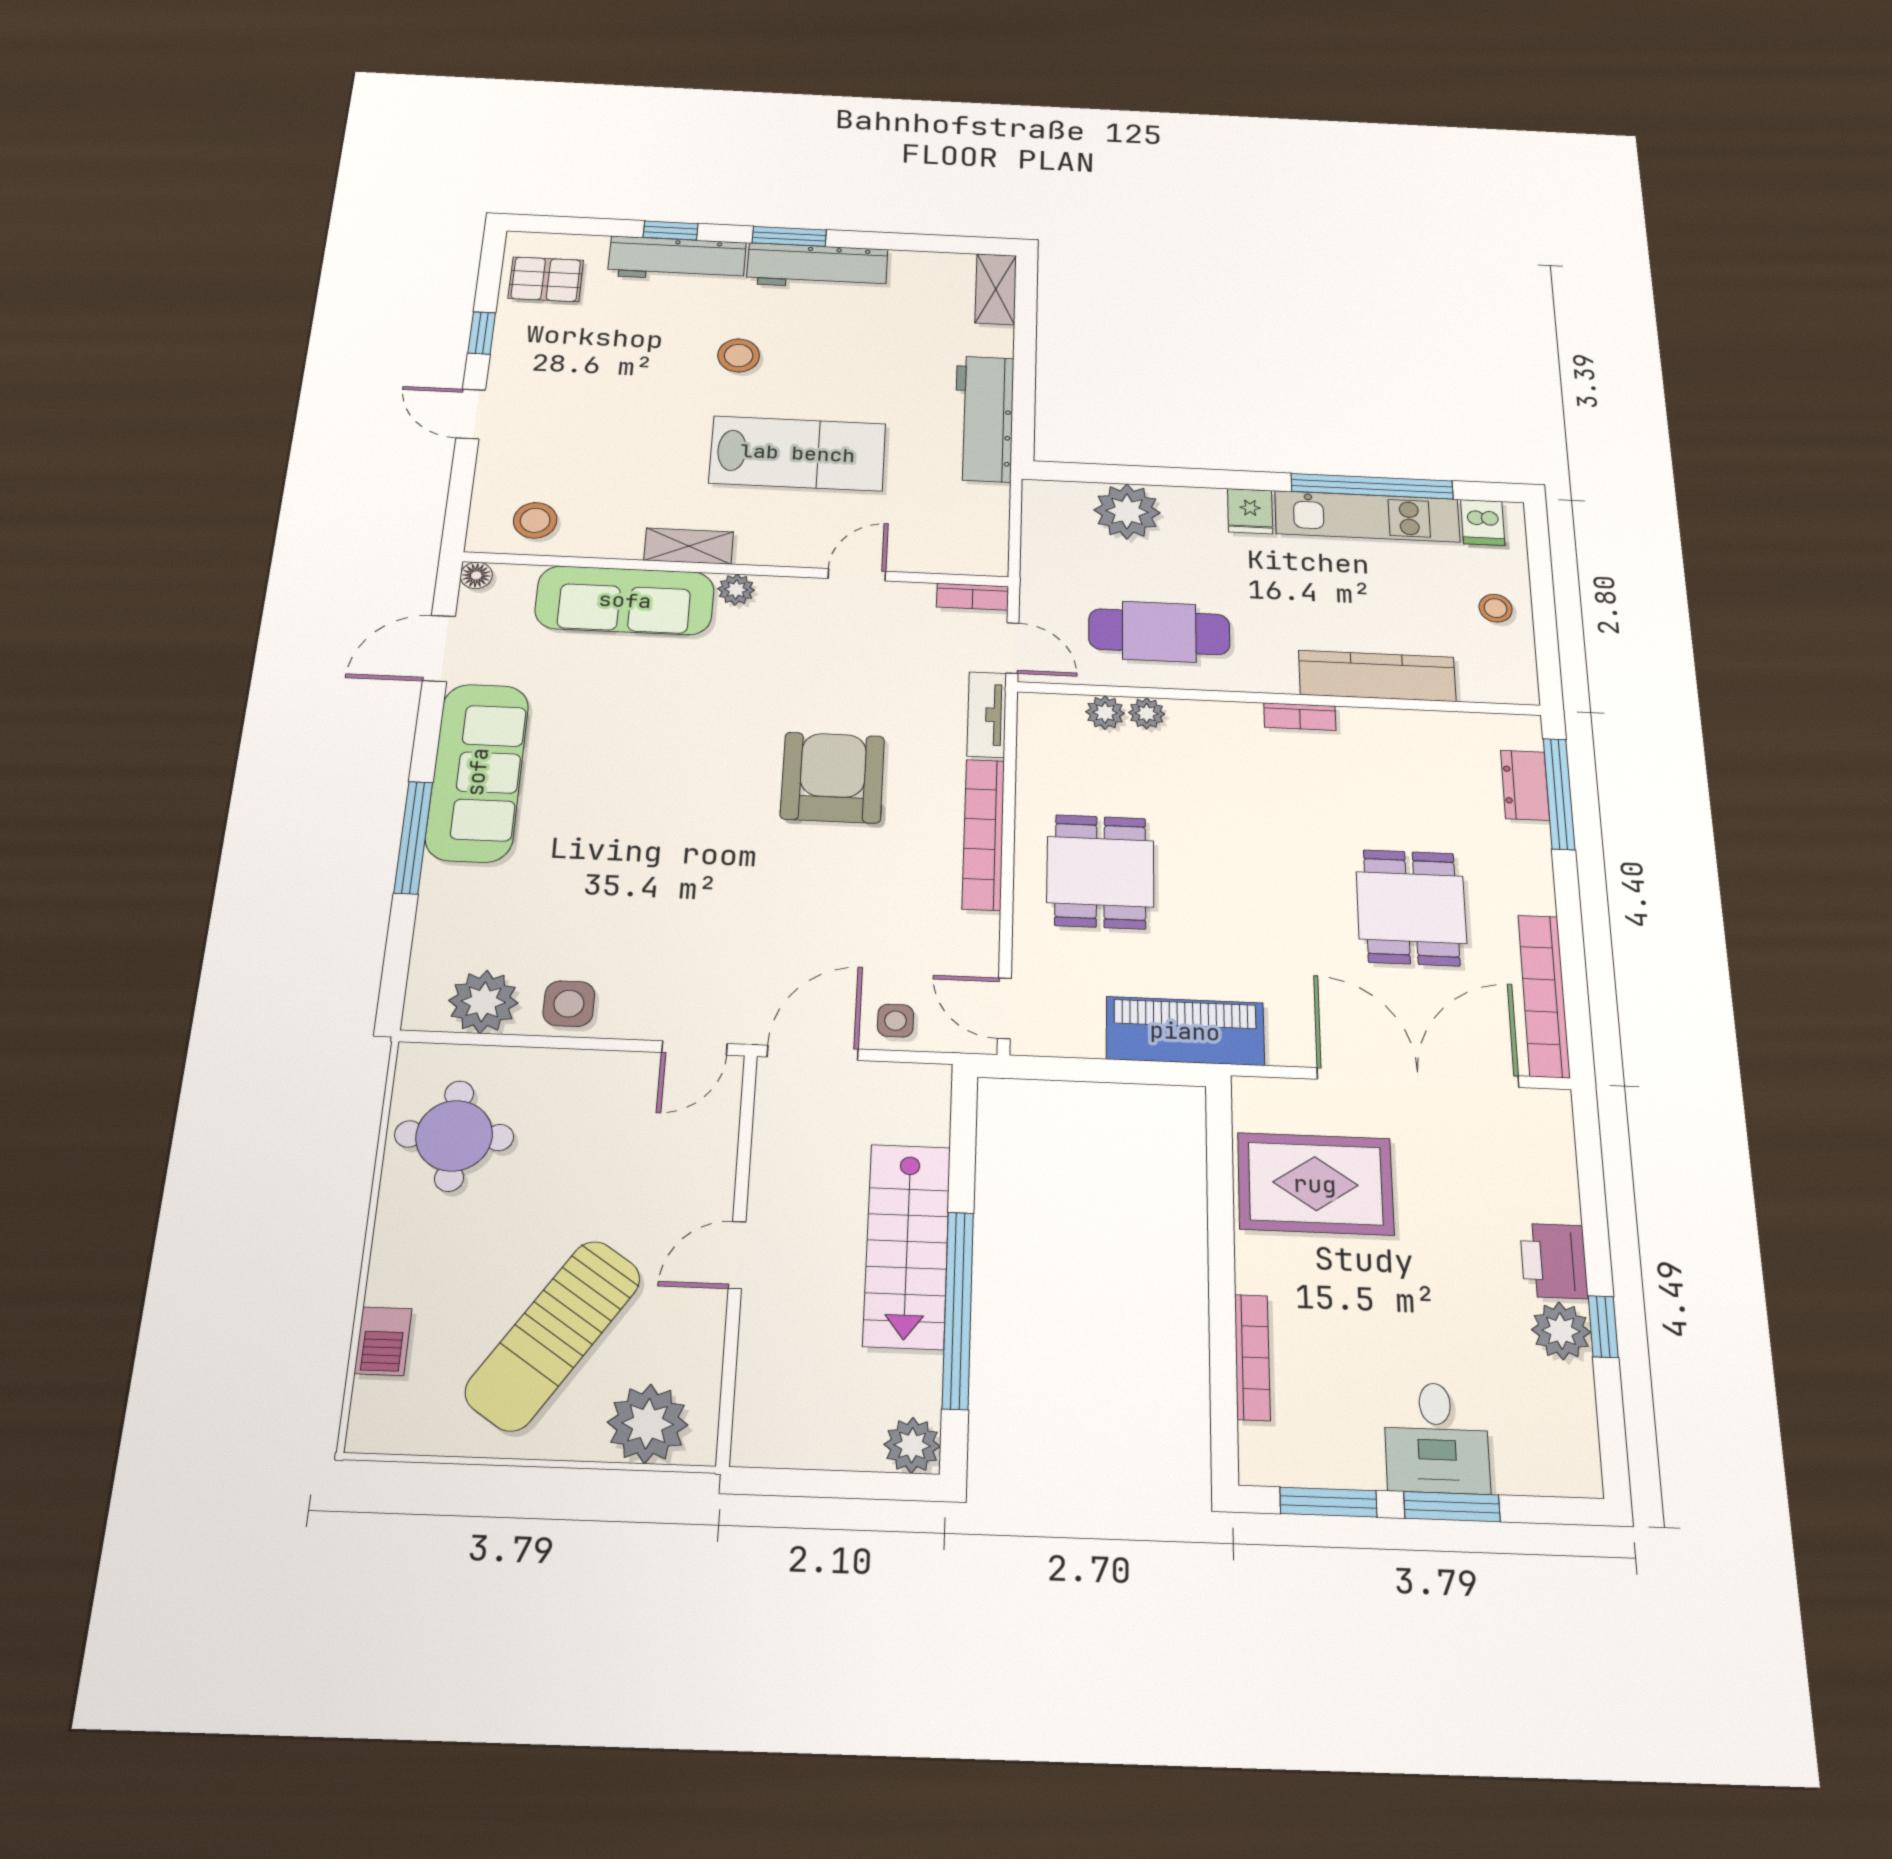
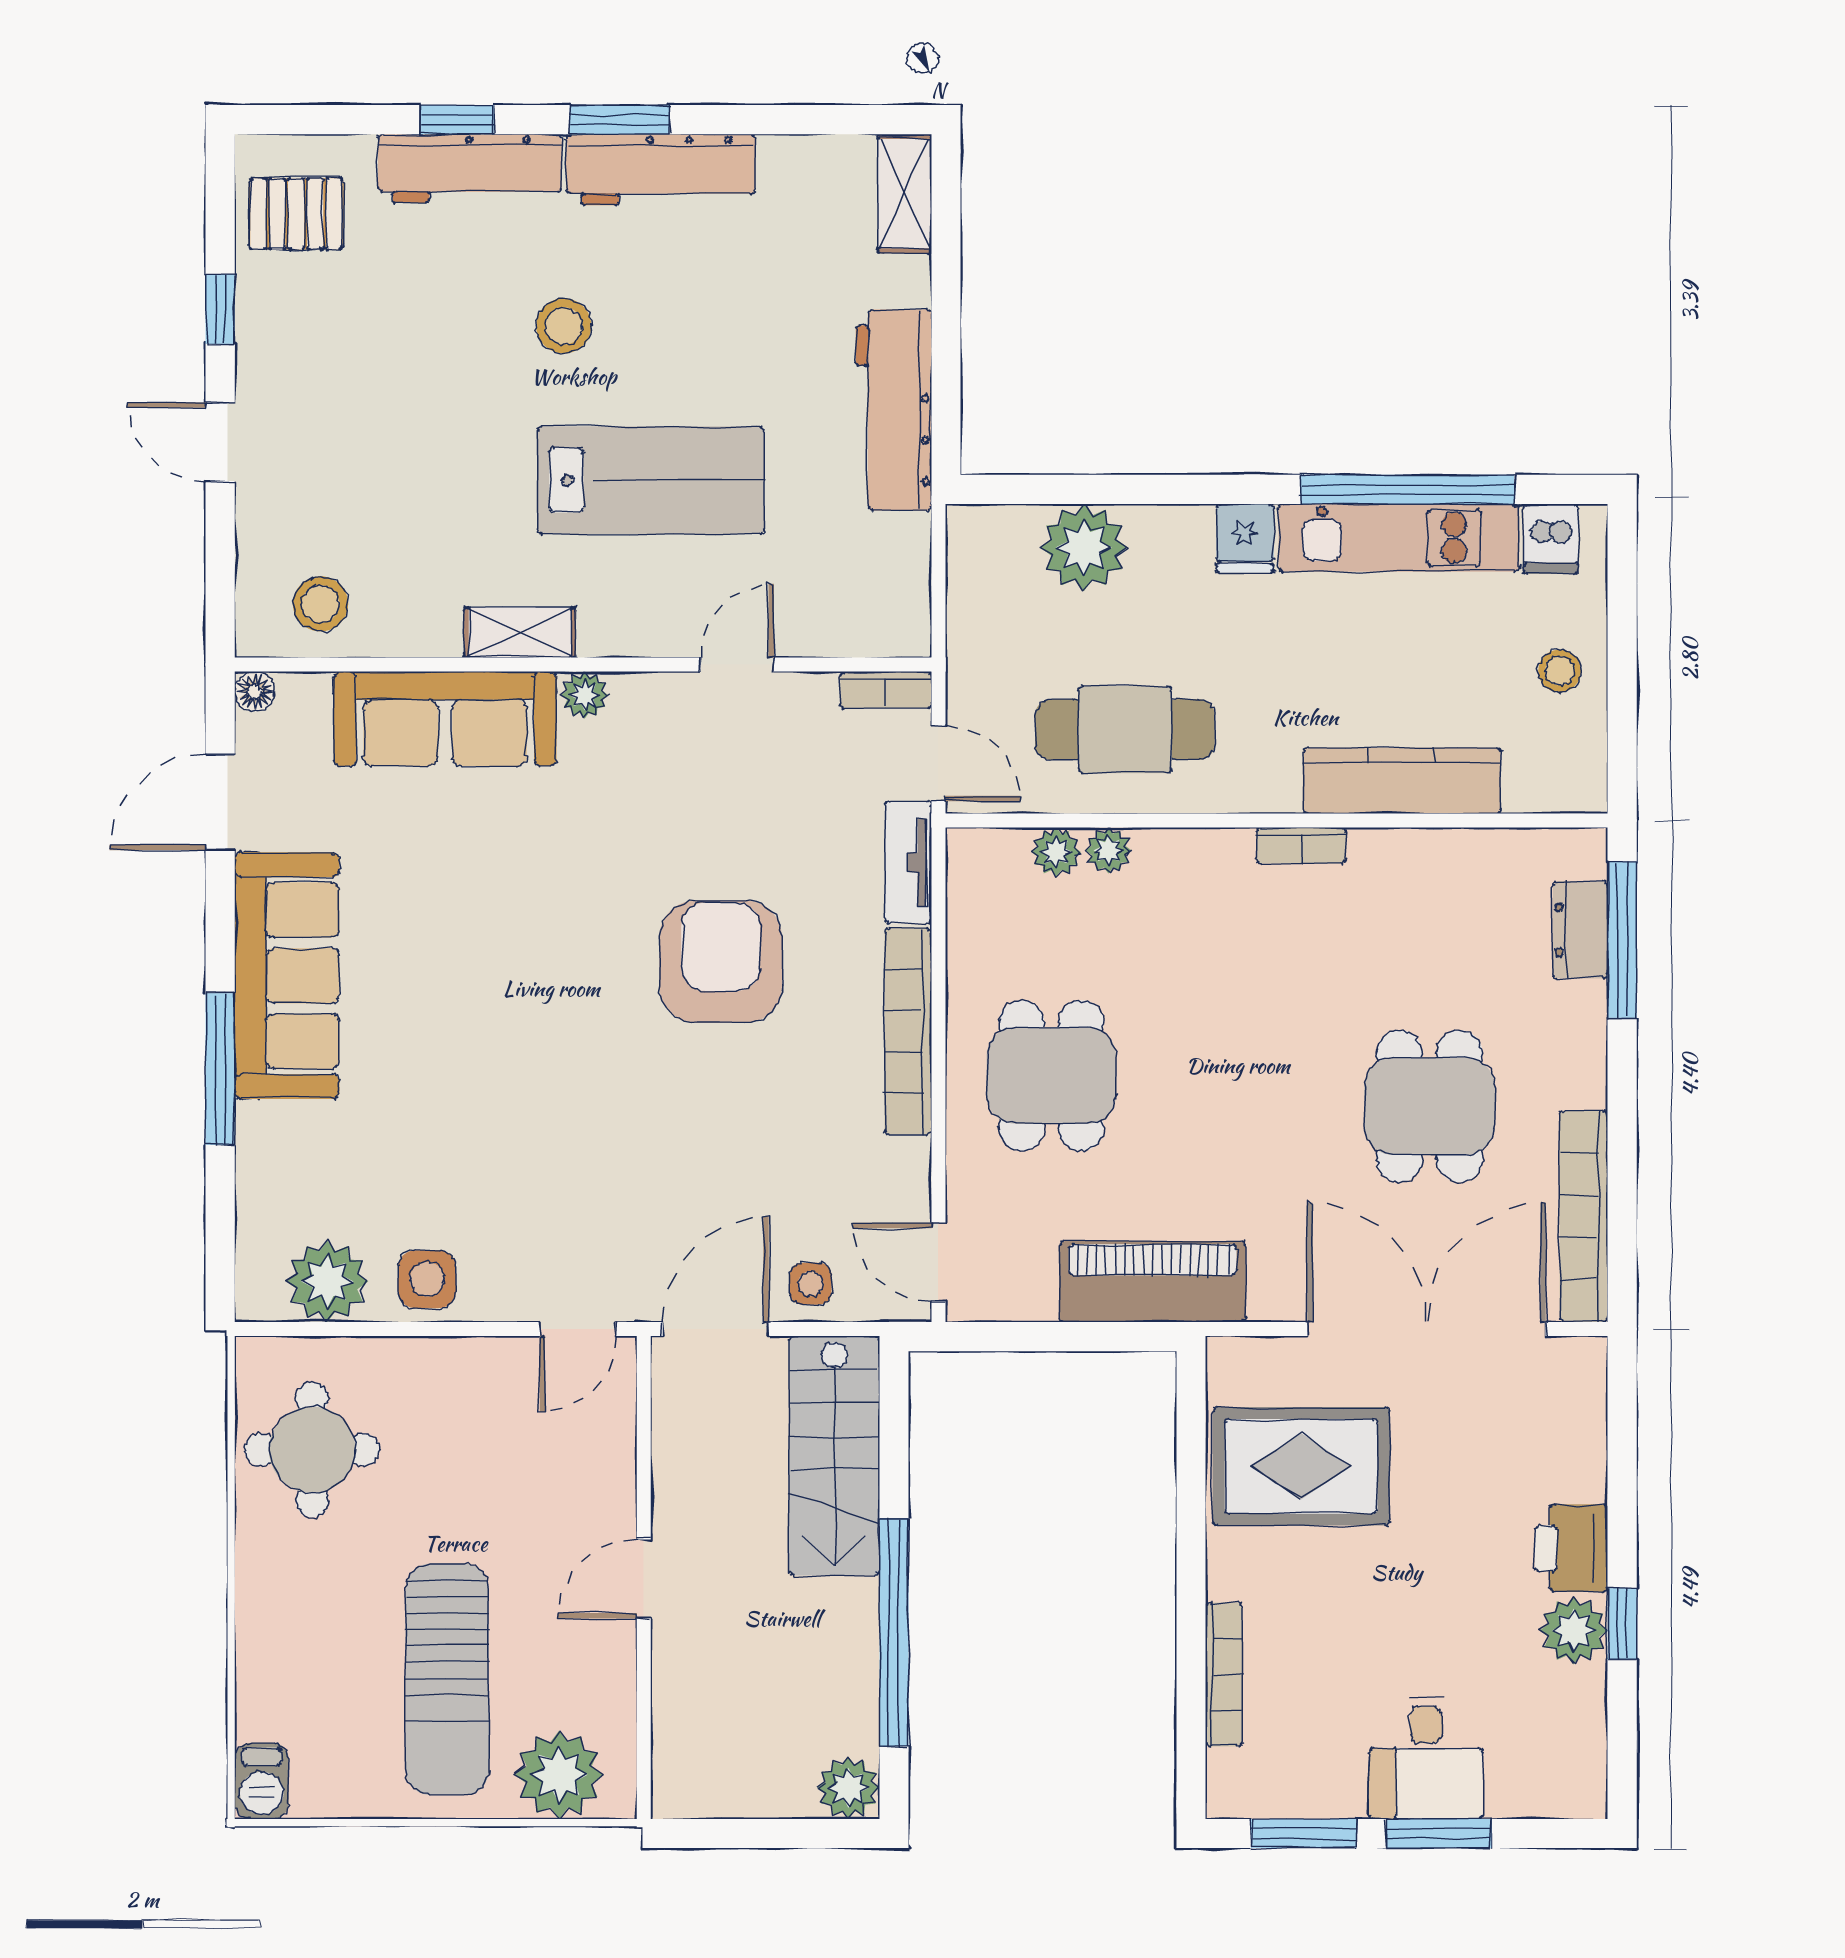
stairs: (907, 1246) -> (834, 1456), moved
sun lounger: (553, 1335) -> (447, 1679), turned -34
barbecue: (383, 1341) -> (262, 1781), moved

